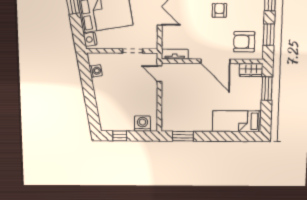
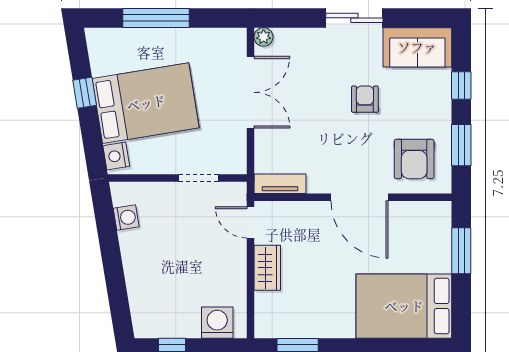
armchair: (244, 42) -> (414, 159), turned -90
wardrobe: (251, 70) -> (267, 268), moved, turned -90
bed: (237, 121) -> (404, 306), width x1.50

